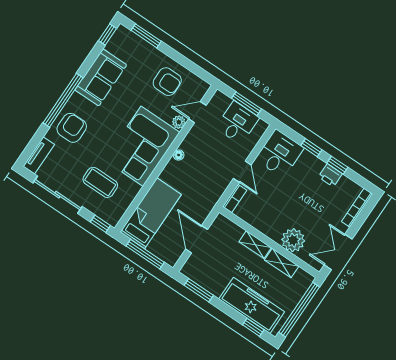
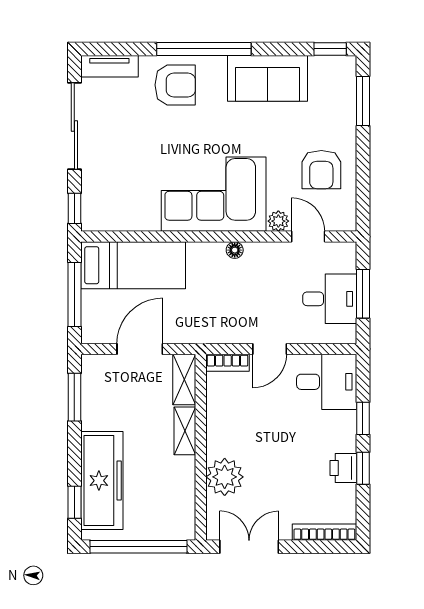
coffee table: (100, 182) -> (129, 171), removed
shelving: (282, 263) -> (184, 379), moved

